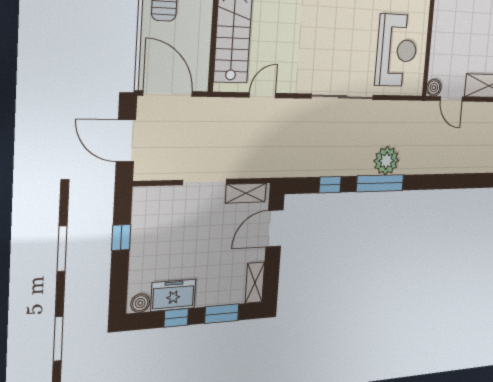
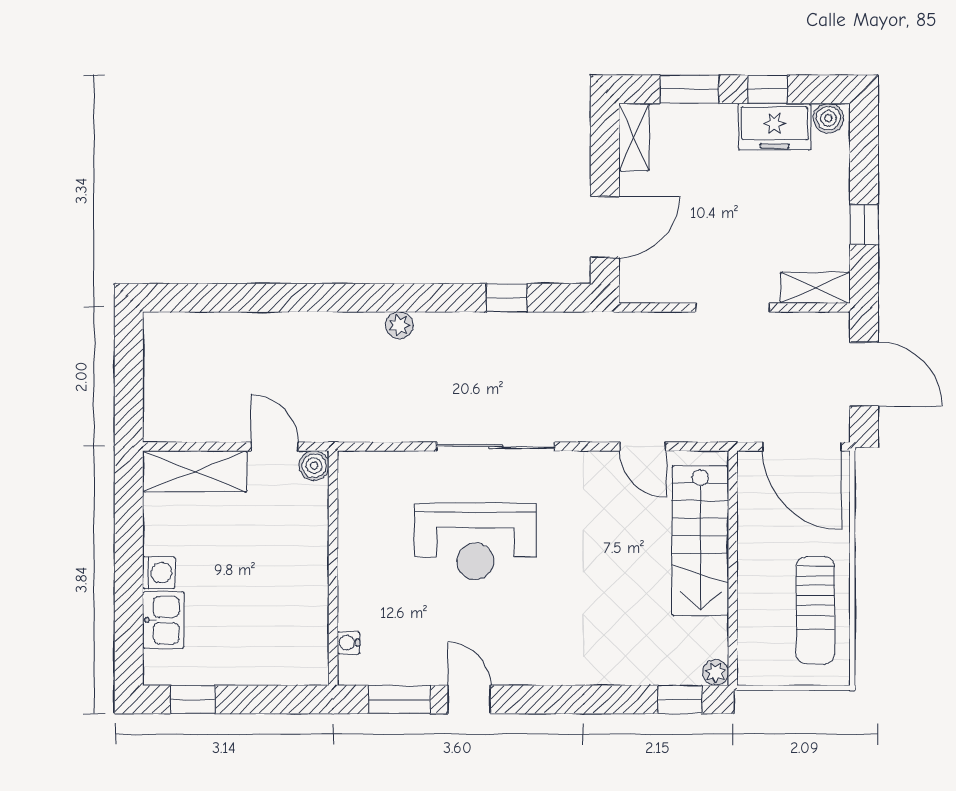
reception desk: (397, 50) -> (475, 541), moved, turned -90
door: (262, 95) -> (643, 447), hinge flipped
plant: (386, 161) -> (399, 325), width x0.53, depth x0.53
window: (380, 183) -> (408, 298), removed
shelving: (246, 193) -> (815, 288), moved

